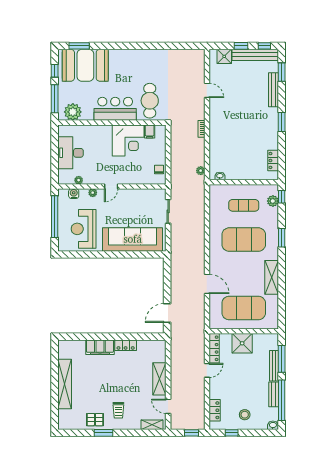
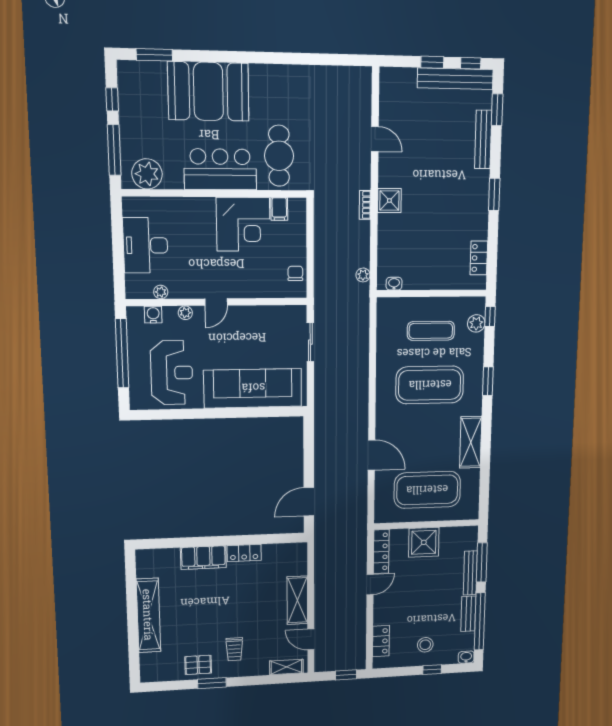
shower: (224, 56) -> (389, 201), moved
booth: (85, 65) -> (208, 91), moved
reception desk: (84, 229) -> (172, 373), turned 180
window: (232, 433) -> (432, 670), moved

